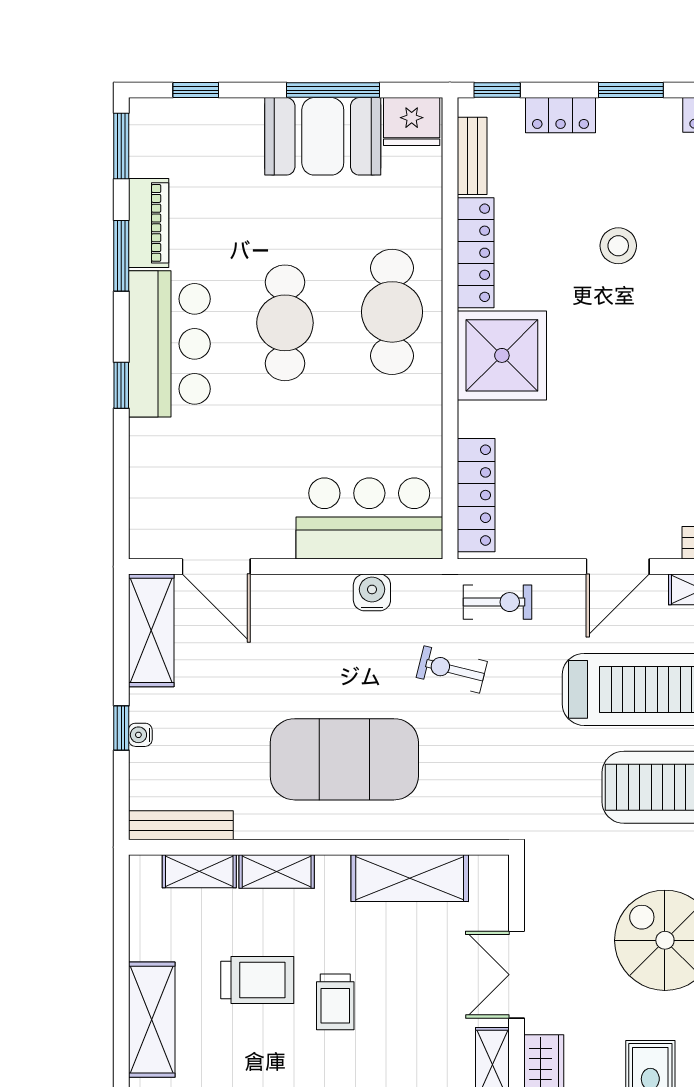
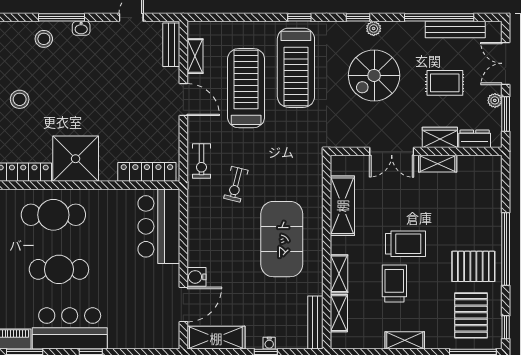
water cooler: (372, 592) -> (197, 277), moved
exercise bike: (497, 602) -> (201, 161), turned 180
trolley: (335, 1002) -> (405, 244), width x1.36, depth x1.39
shelving: (152, 1020) -> (405, 340), width x0.67, depth x0.75

